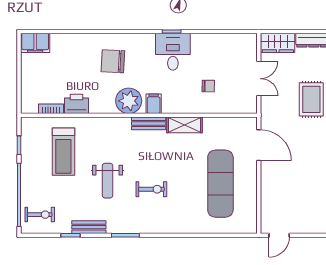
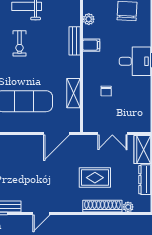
plant: (129, 101) -> (89, 19), width x0.53, depth x0.53
shelving: (184, 125) -> (74, 93), moved

